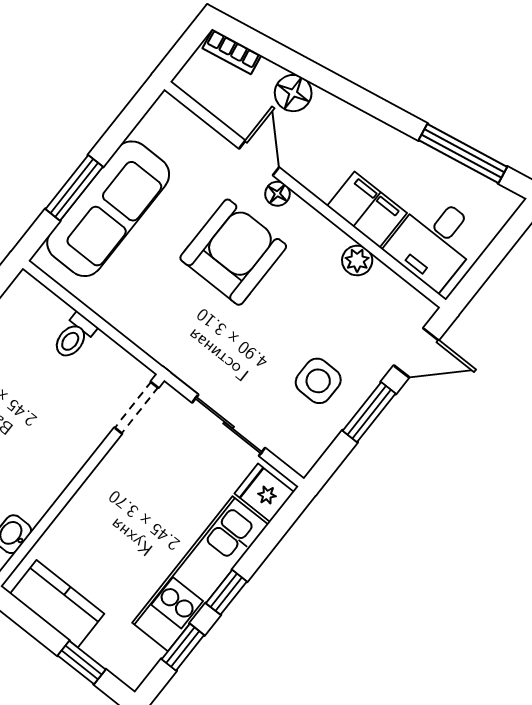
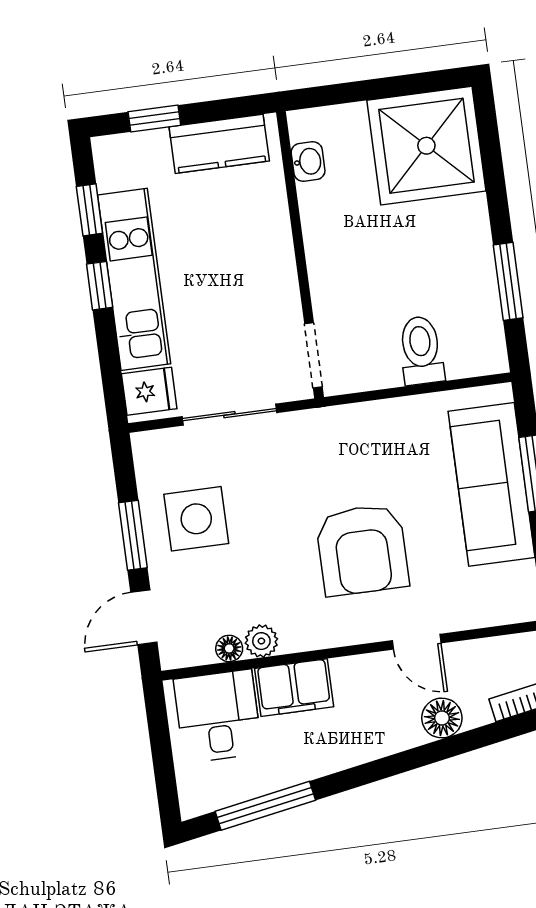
floor lamp: (277, 194) -> (229, 648), moved
toilet: (74, 336) -> (421, 350), width x1.37, depth x1.39
side table: (318, 381) -> (196, 519), width x1.37, depth x1.37

